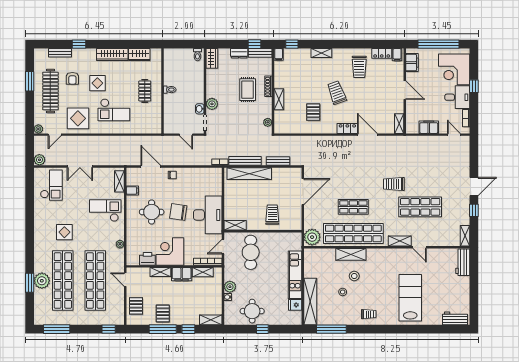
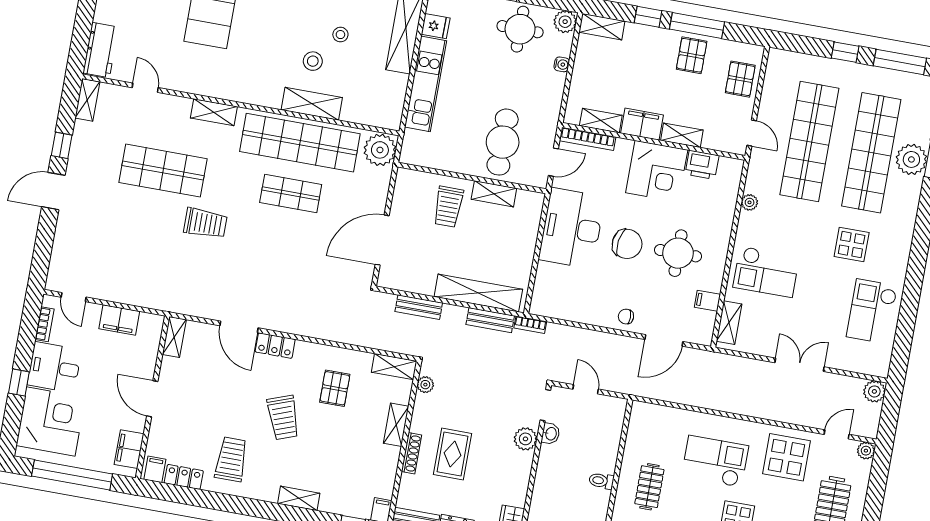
shelving: (285, 129) -> (394, 367), added
bench: (245, 161) -> (490, 320), width x0.73
door: (151, 166) -> (664, 340), hinge flipped
checkout: (51, 185) -> (872, 311), moved
shelving: (235, 225) -> (494, 194), moved
door: (420, 247) -> (145, 88), moved
plant: (230, 287) -> (565, 22), moved
window: (109, 329) -> (845, 52), moved

